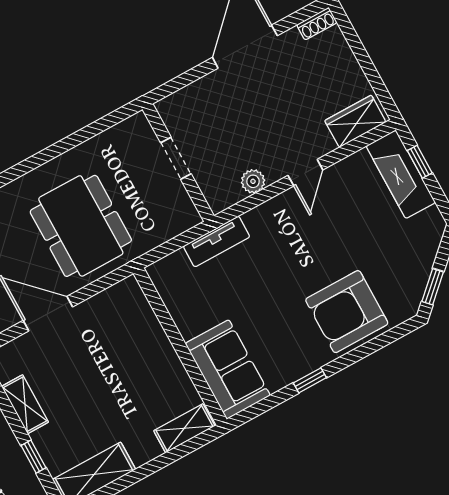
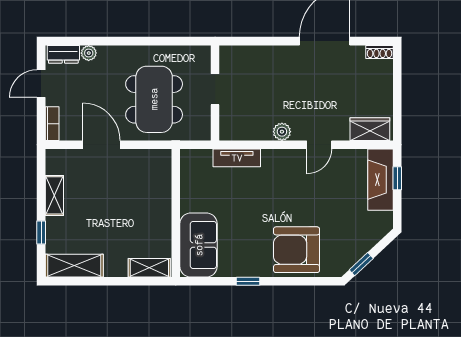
doorway: (176, 158) -> (215, 89), moved
wall: (178, 163) -> (215, 93), moved

